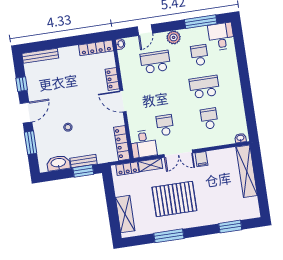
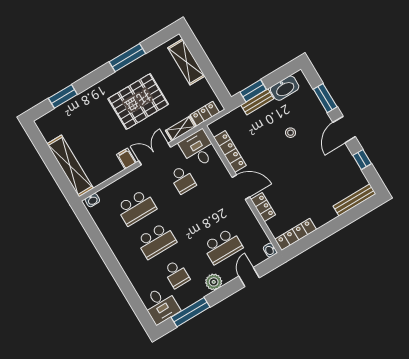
school desk: (209, 119) -> (136, 208), width x1.85
locker: (122, 143) -> (230, 152), moved

